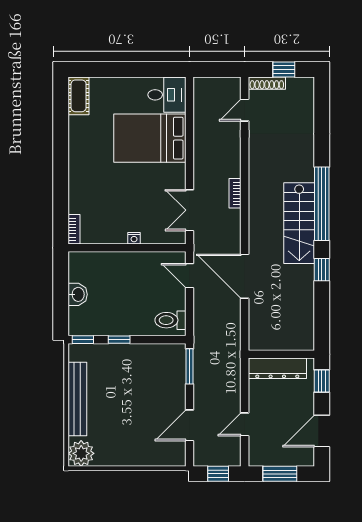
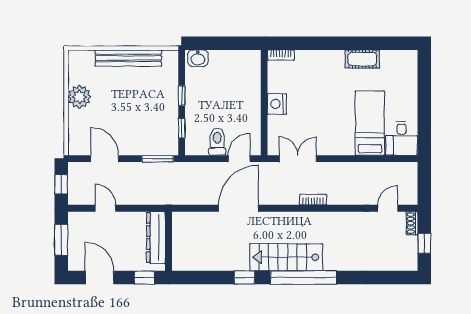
shoe rack: (267, 83) -> (412, 223), width x0.70
cot: (79, 96) -> (362, 59), moved
door: (245, 110) -> (388, 208), hinge flipped
bed: (150, 138) -> (370, 123), width x0.67
nightstand: (134, 238) -> (277, 104), width x1.89, depth x1.79
washbasin: (78, 294) -> (198, 58), moved
toilet: (170, 320) -> (217, 142), moved
window: (83, 340) -> (182, 128), moved
plant: (81, 453) -> (79, 97), moved

